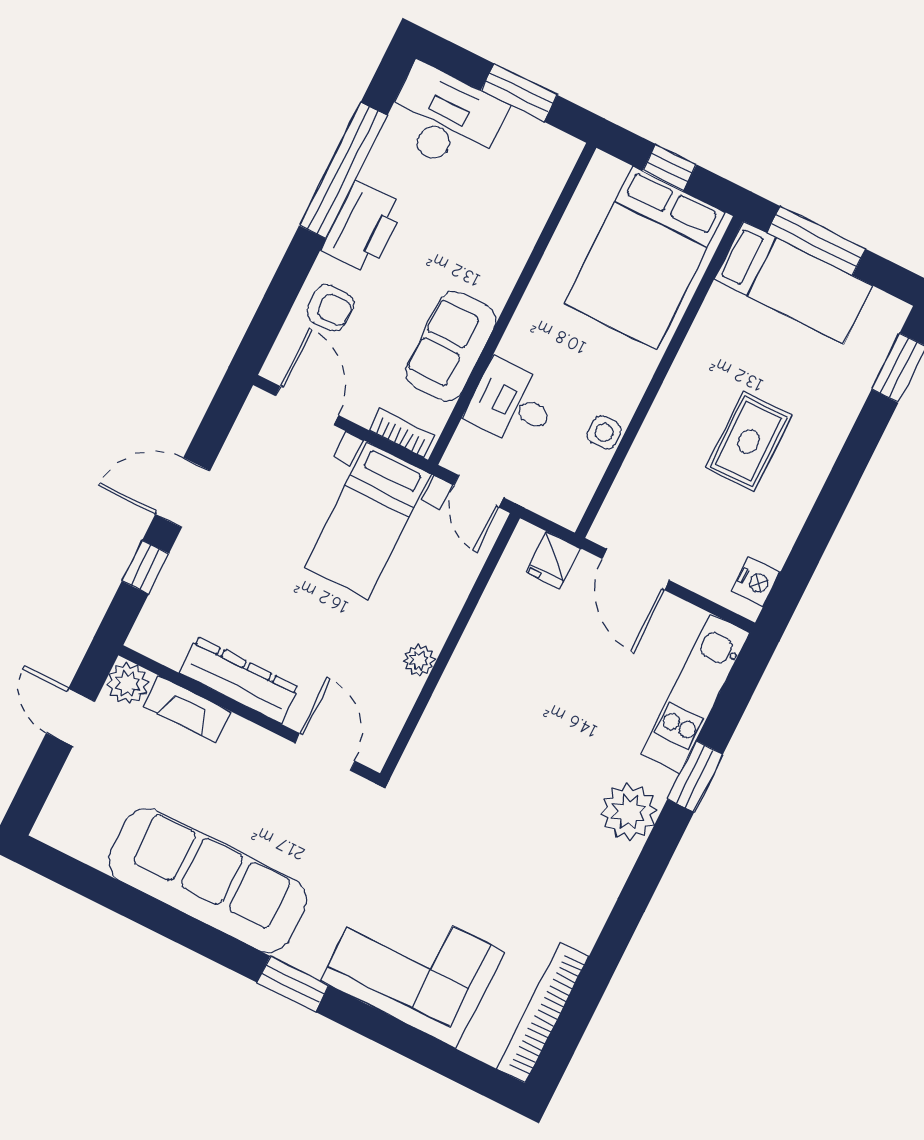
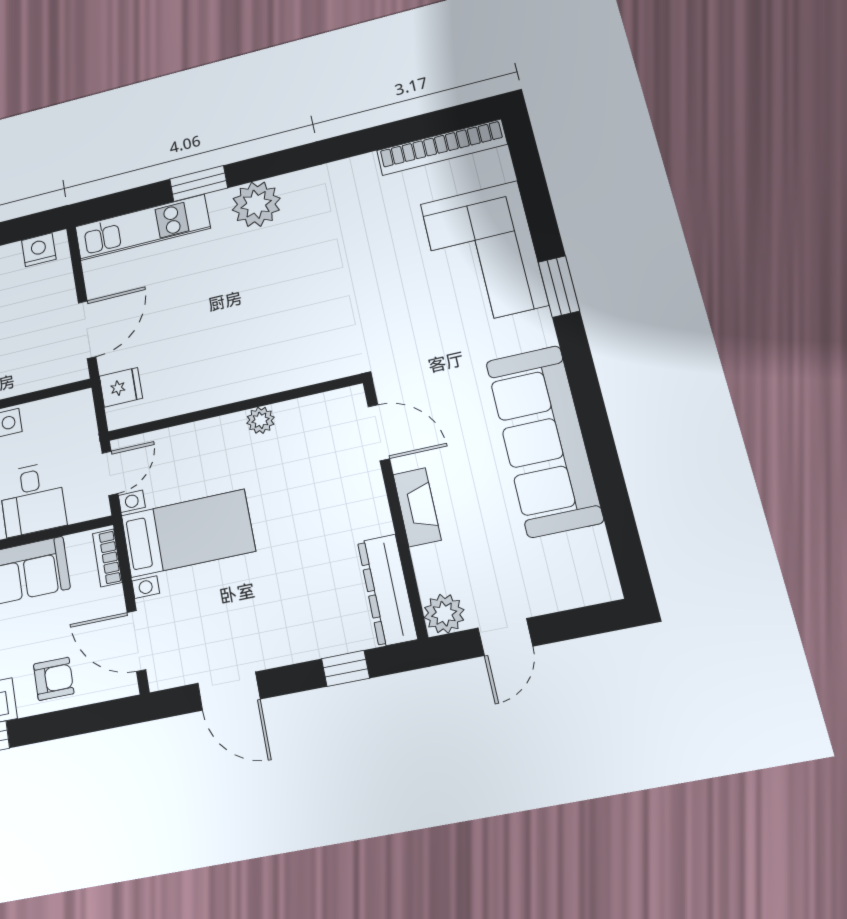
armchair: (330, 308) -> (54, 679), turned 90
door: (307, 406) -> (136, 641), hinge flipped
door: (183, 493) -> (229, 691), moved
dresser: (239, 680) -> (387, 590), moved
fireplace: (187, 709) -> (417, 507), moved
door: (325, 752) -> (379, 433), swing flipped
window: (293, 984) -> (559, 286), moved

